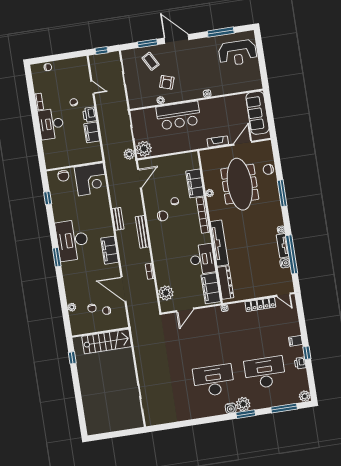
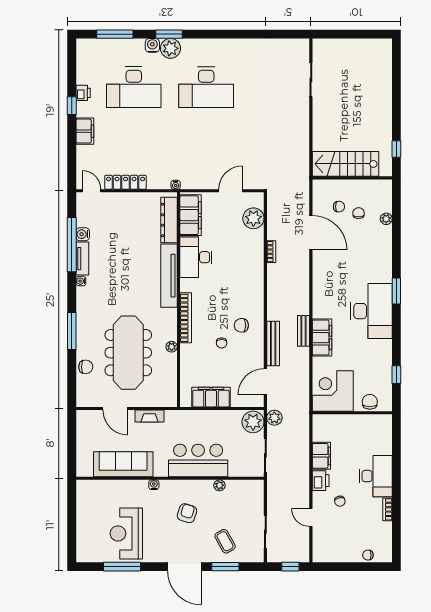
reception desk: (238, 53) -> (126, 533), moved, turned -90
armchair: (167, 82) -> (187, 513), moved
sofa: (257, 113) -> (123, 464), moved, turned -90
door: (243, 143) -> (115, 409), hinge flipped
filing cabinet: (195, 183) -> (211, 397), moved, turned -90
bench: (142, 232) -> (273, 343), moved
filing cabinet: (110, 250) -> (322, 338), moved
filing cabinet: (295, 341) -> (85, 131), width x2.00
plant: (305, 396) -> (84, 46), removed
water cooler: (231, 408) -> (152, 45), moved

